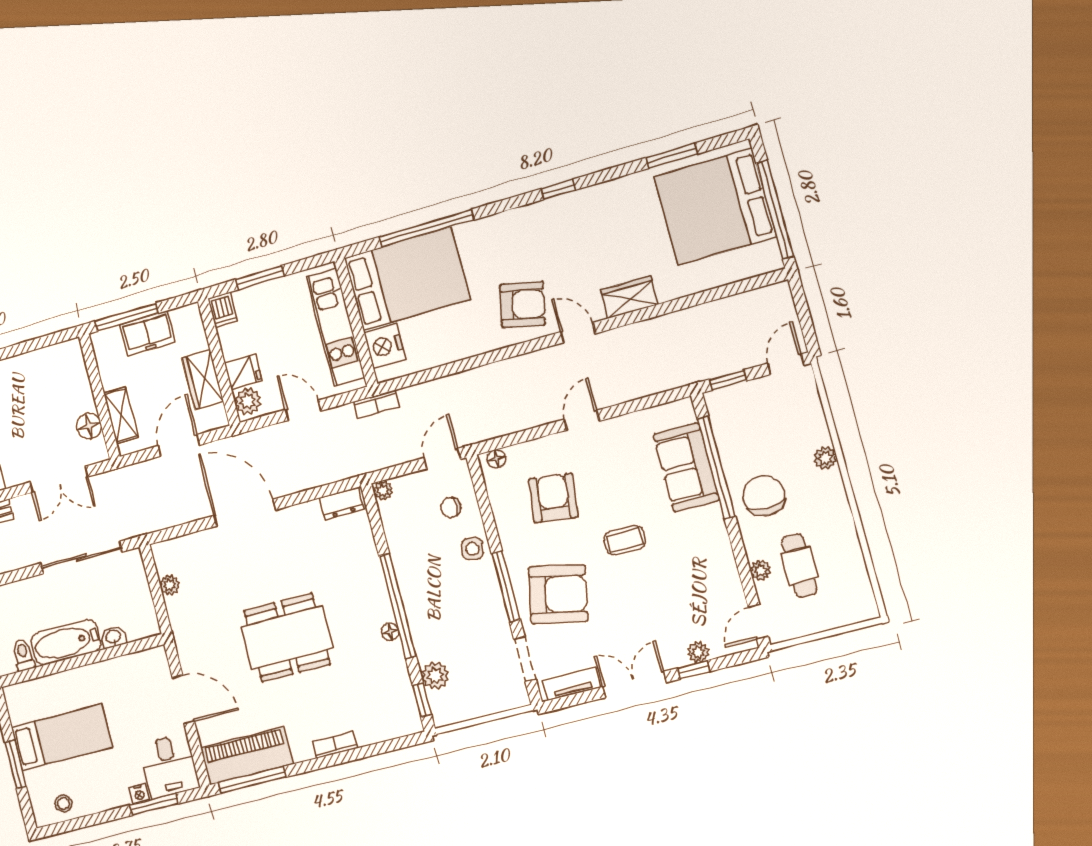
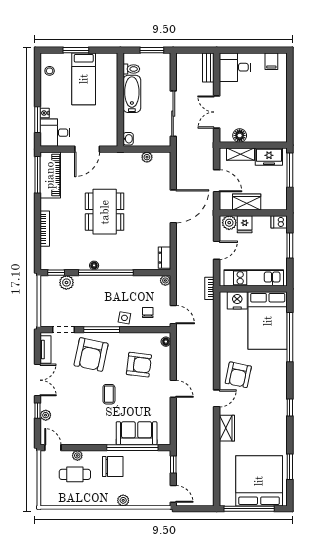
freezer: (147, 333) -> (269, 157), moved, turned -90
washbasin: (113, 637) -> (128, 139), moved
bookcase: (335, 745) -> (45, 229), width x1.56

